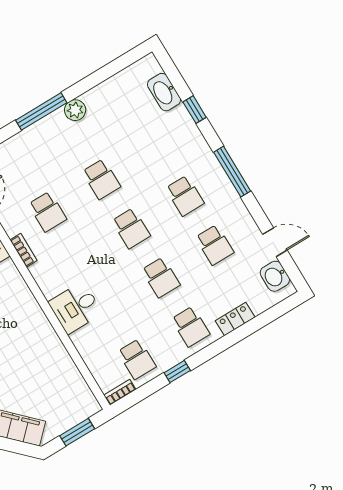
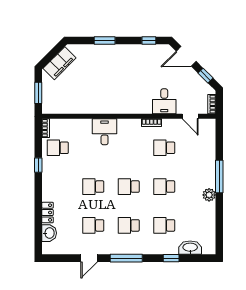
door: (275, 242) -> (89, 258), moved
washbasin: (275, 276) -> (49, 233), moved, turned 90
school desk: (191, 327) -> (164, 225), moved

